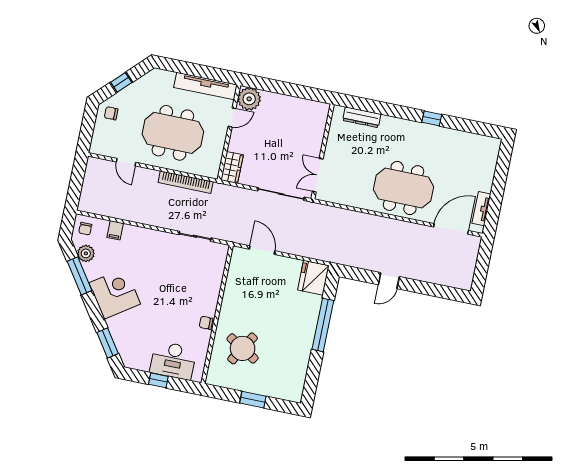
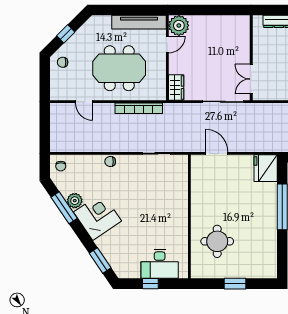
filing cabinet: (115, 230) -> (87, 162), removed
plant: (86, 253) -> (75, 201), moved
chair: (206, 323) -> (110, 162), moved
round table: (243, 348) -> (217, 241), turned -31

